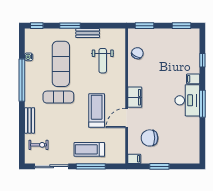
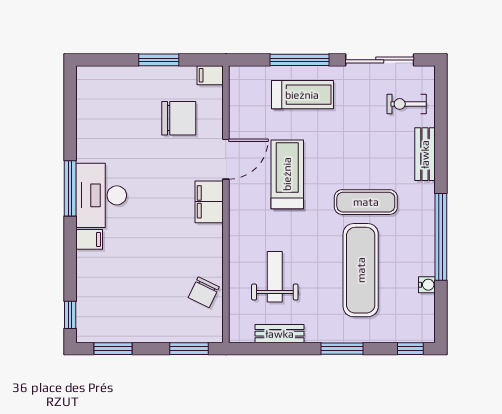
bench: (88, 33) -> (280, 334), moved
window: (202, 60) -> (70, 315), moved
treadmill: (97, 111) -> (287, 174), turned 180

